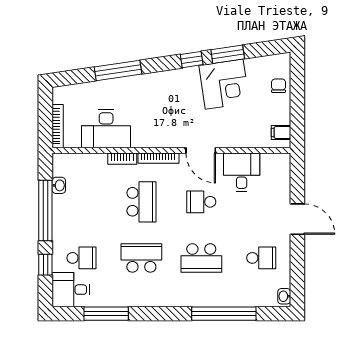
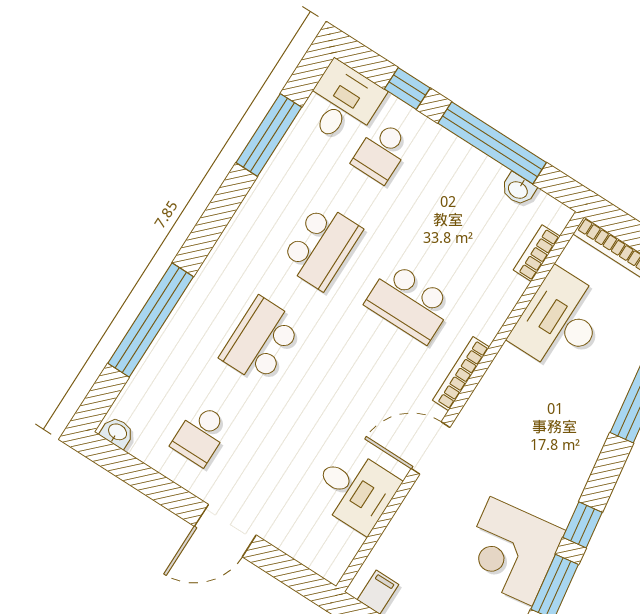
bookcase: (122, 159) -> (537, 253), moved
school desk: (201, 202) -> (349, 397), removed

